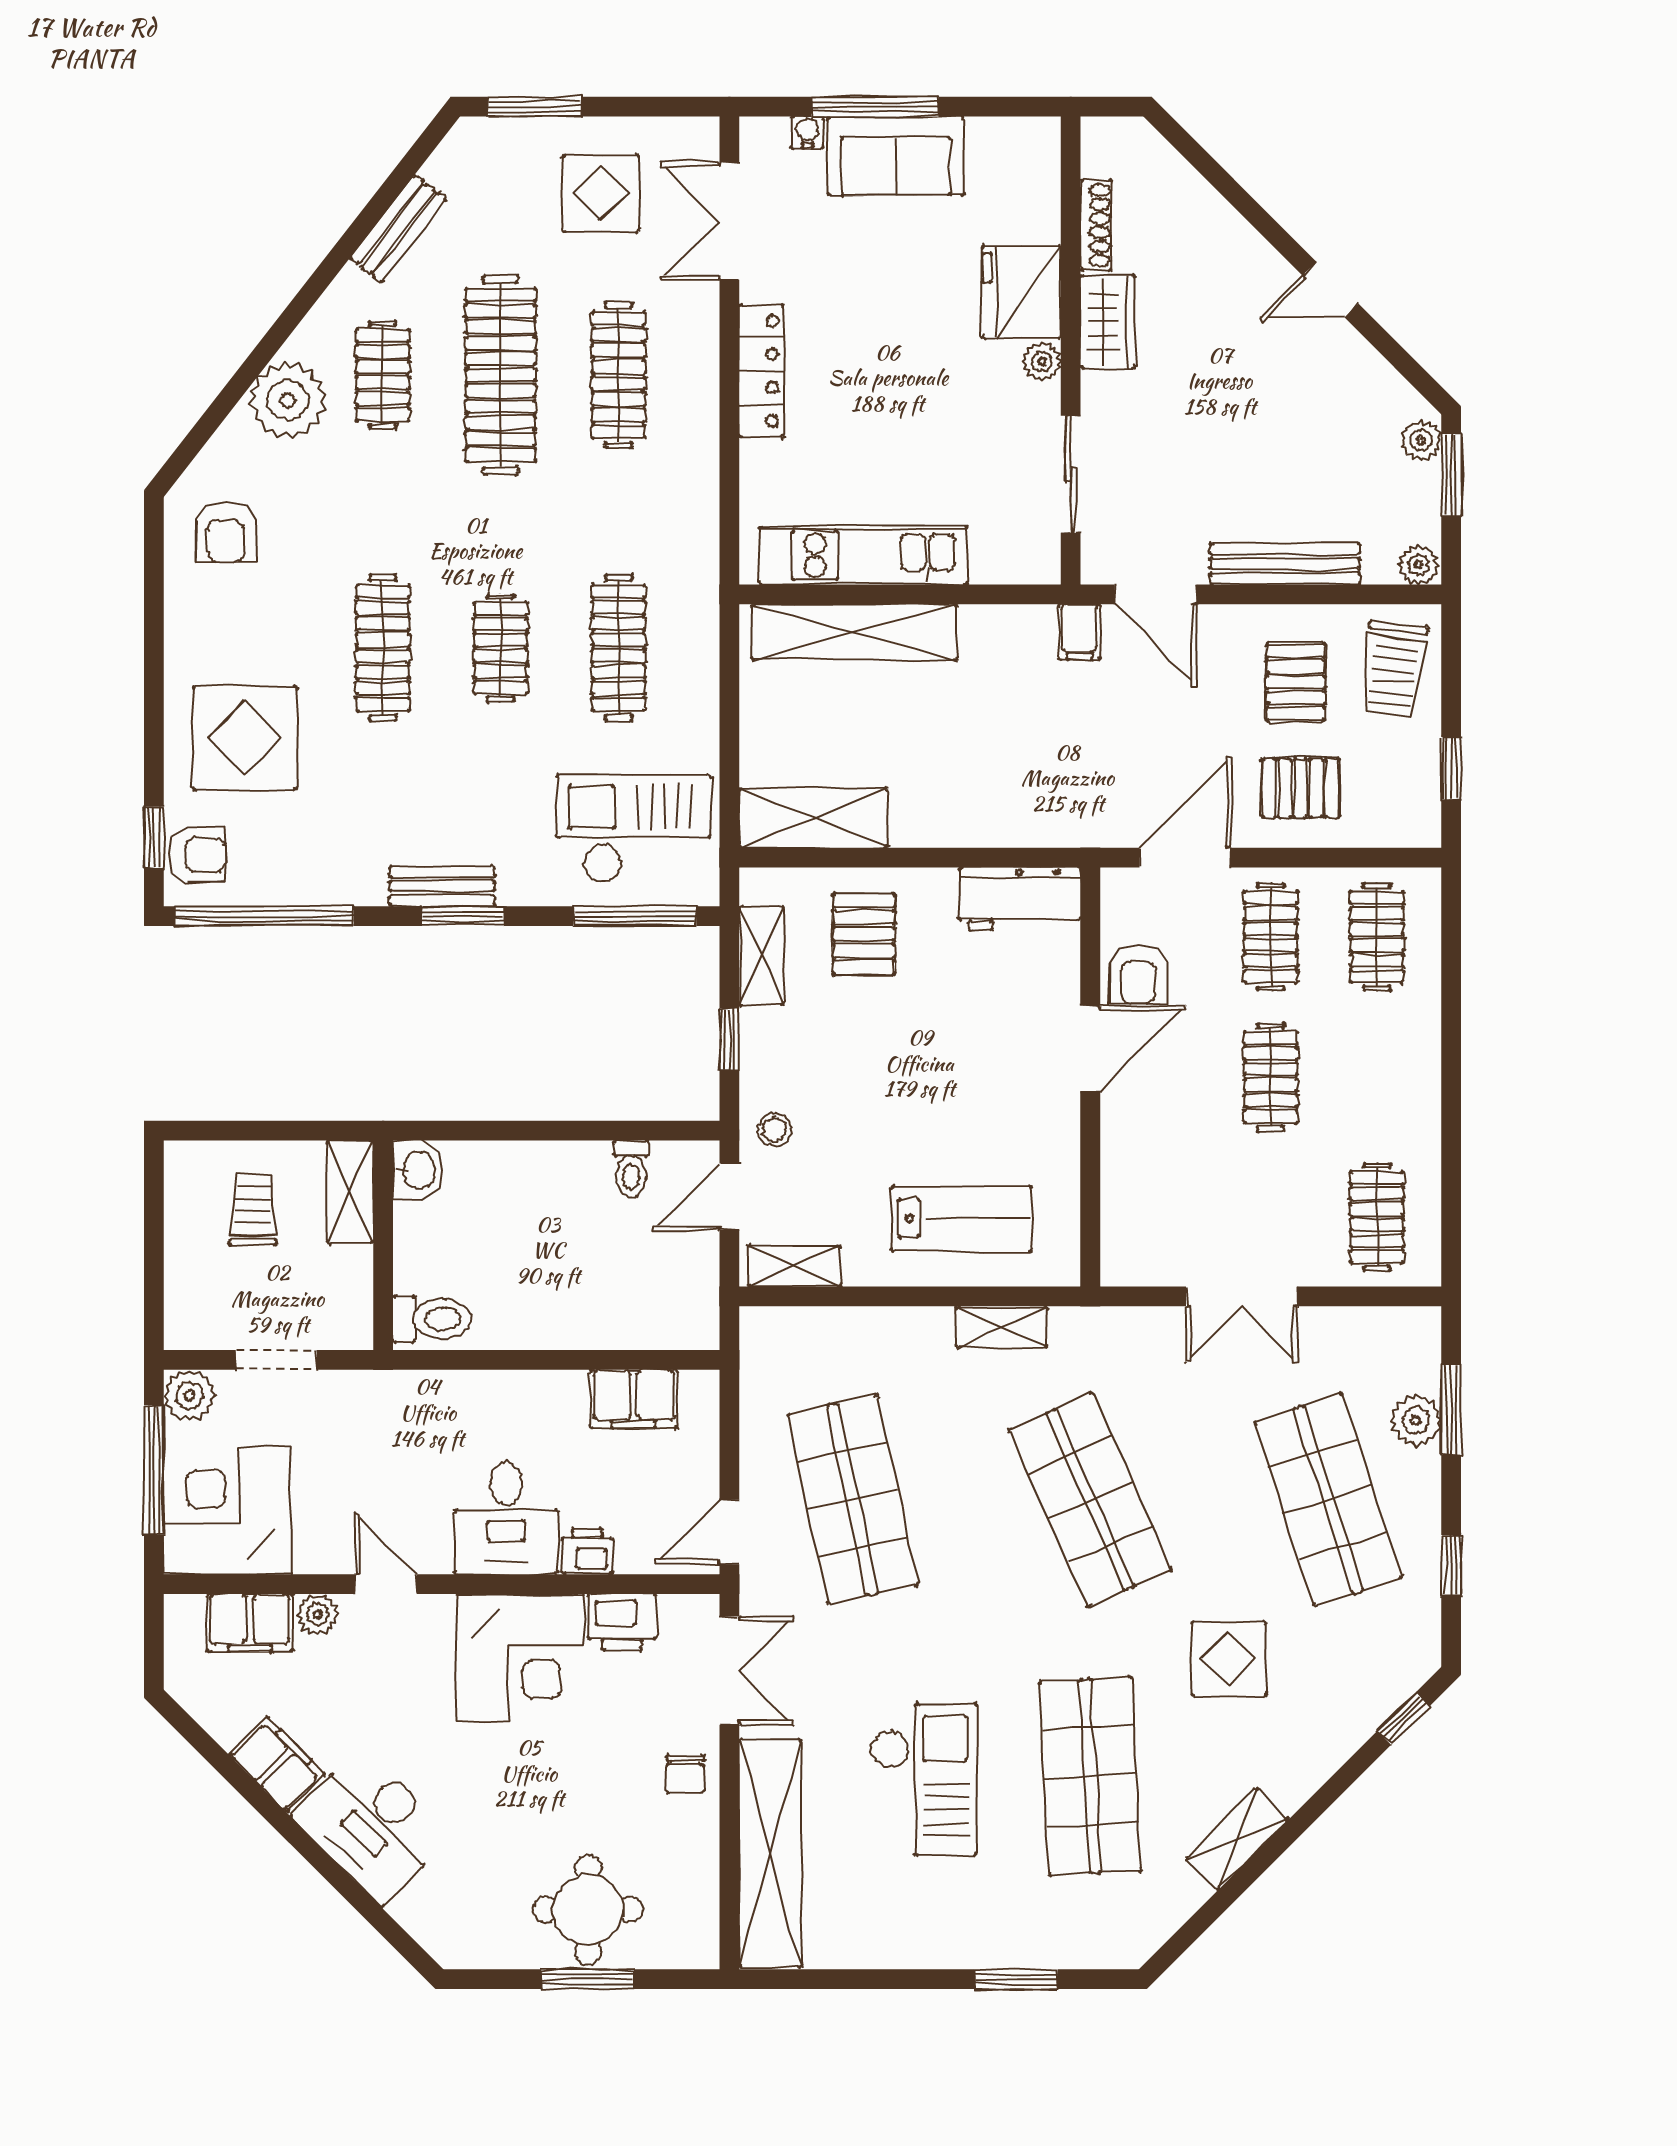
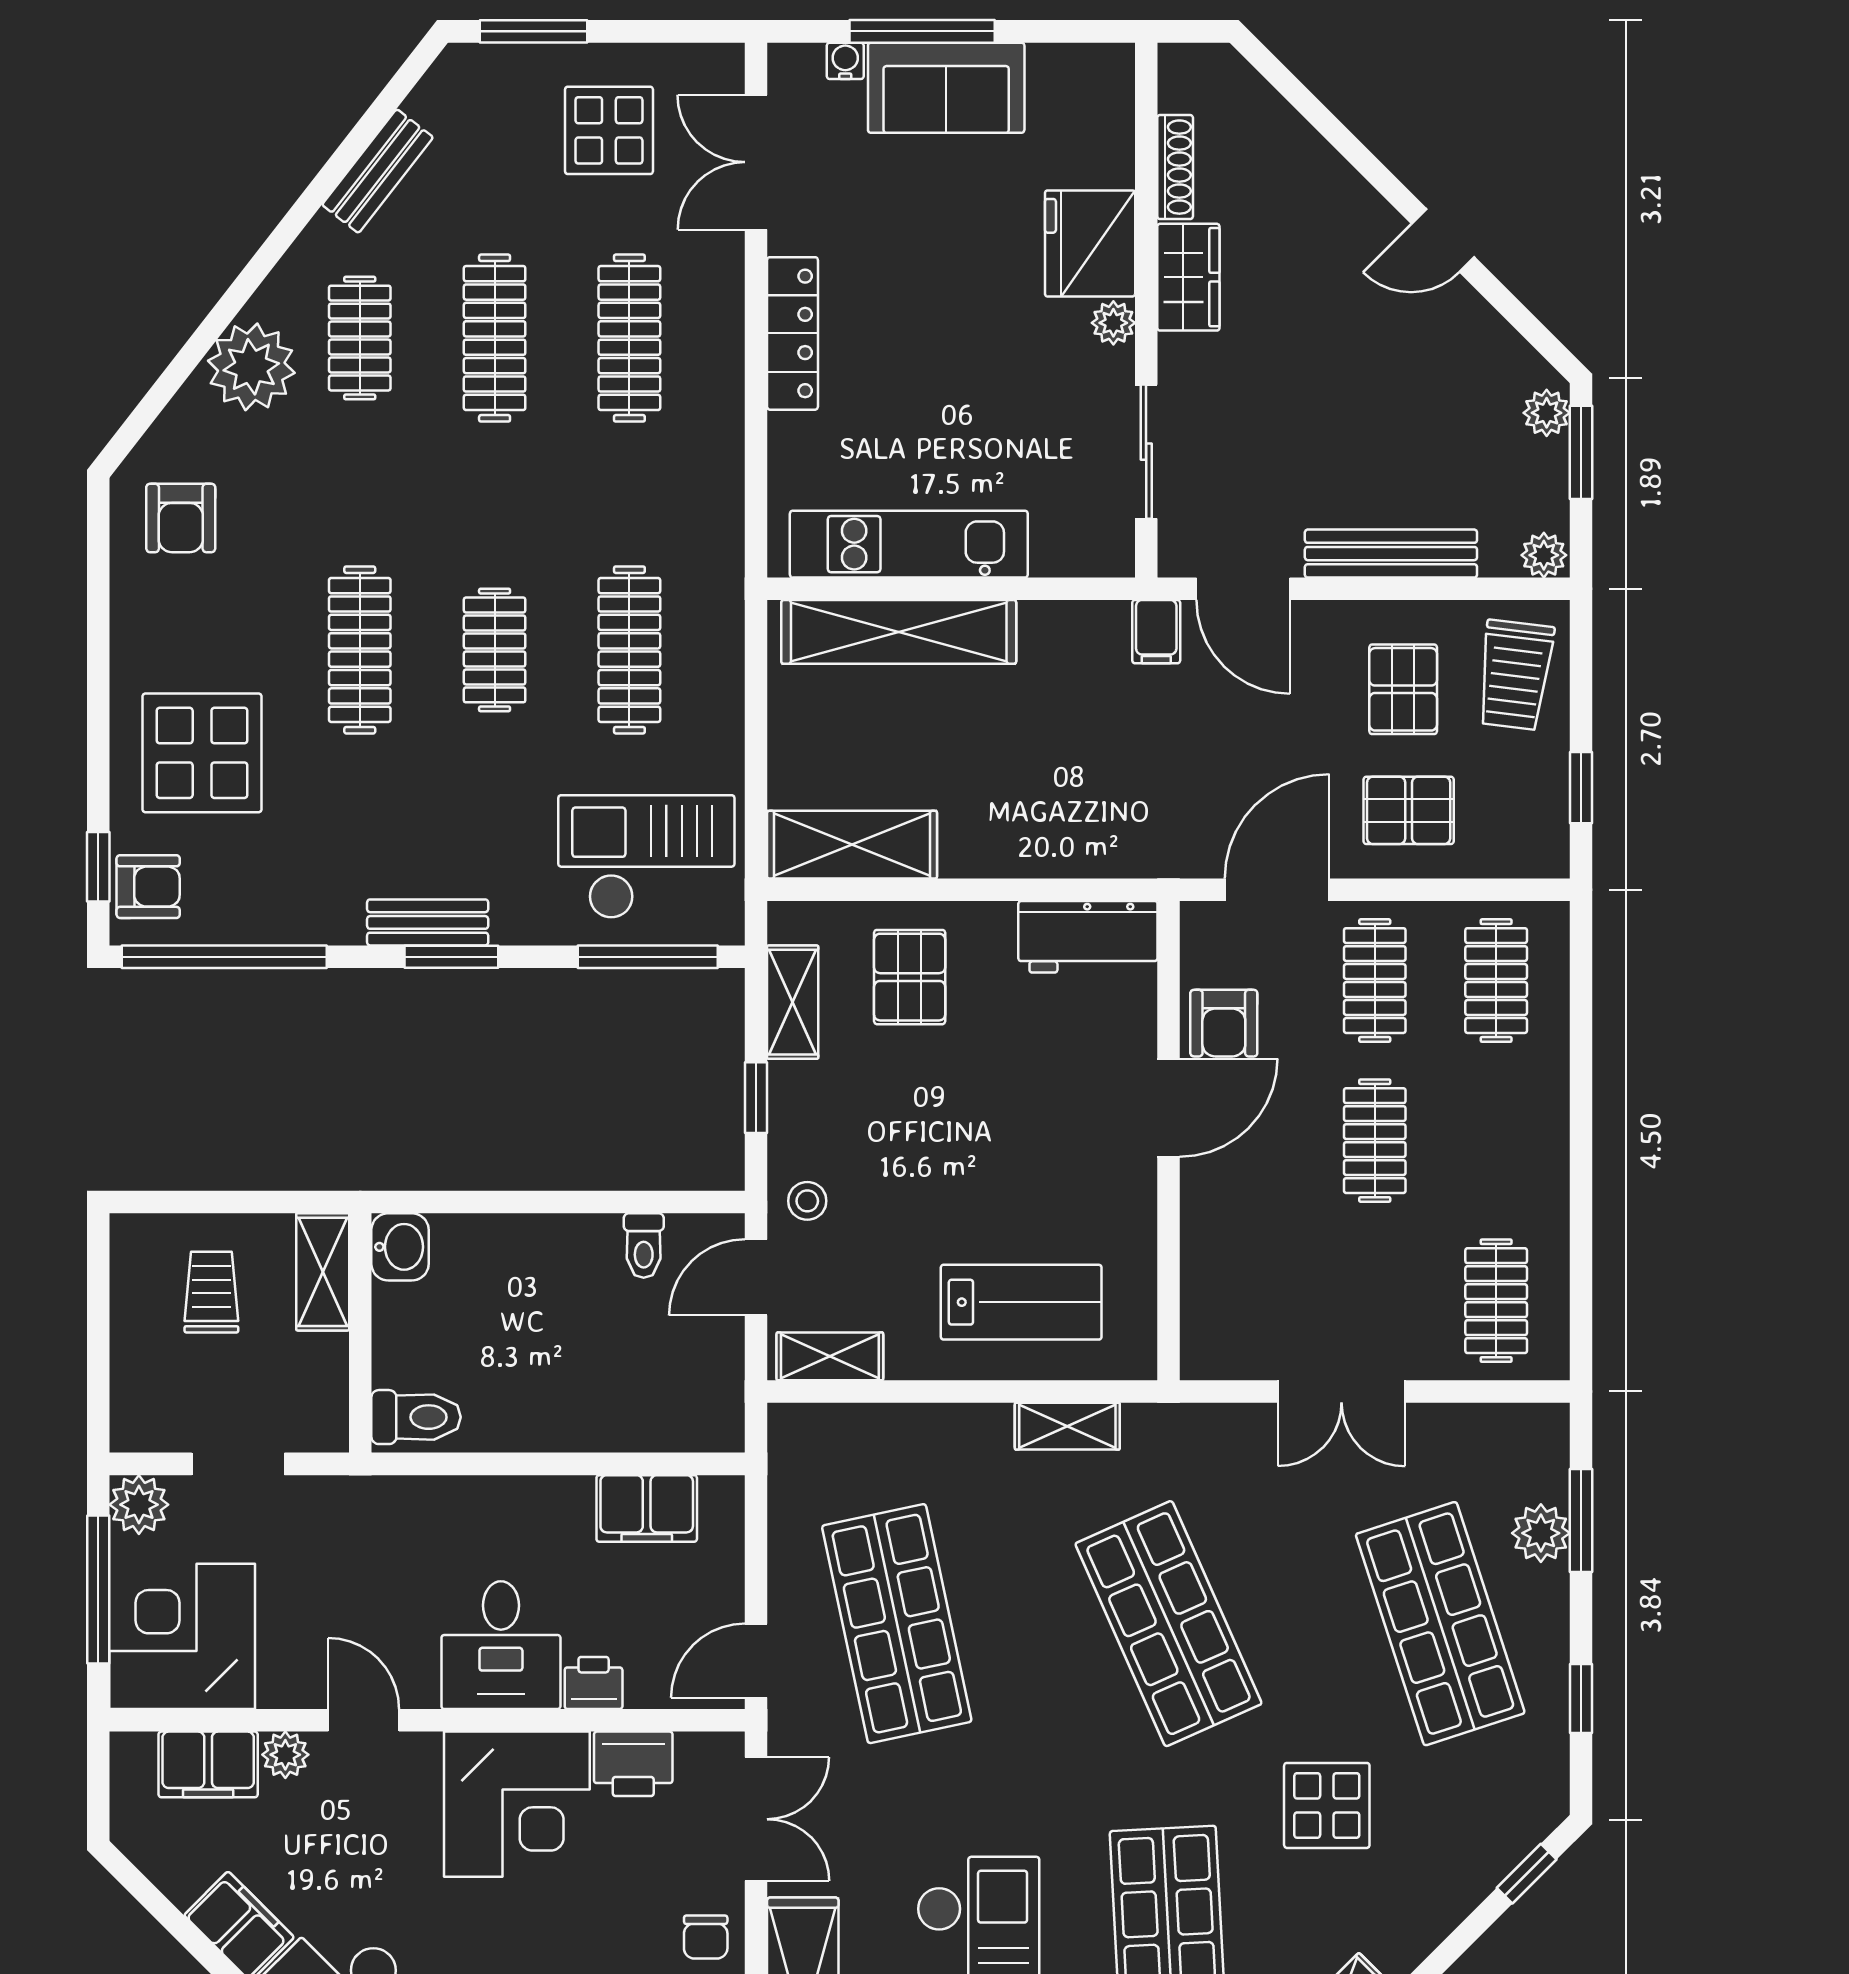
clothes rail: (501, 375) -> (495, 338), width x0.73, depth x0.76

